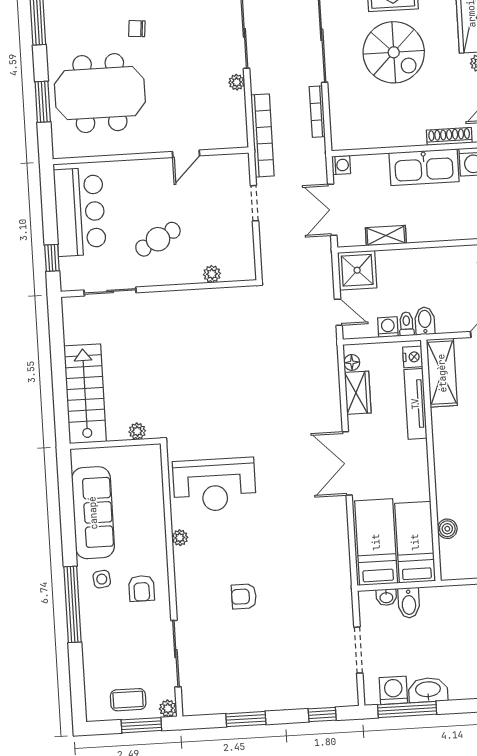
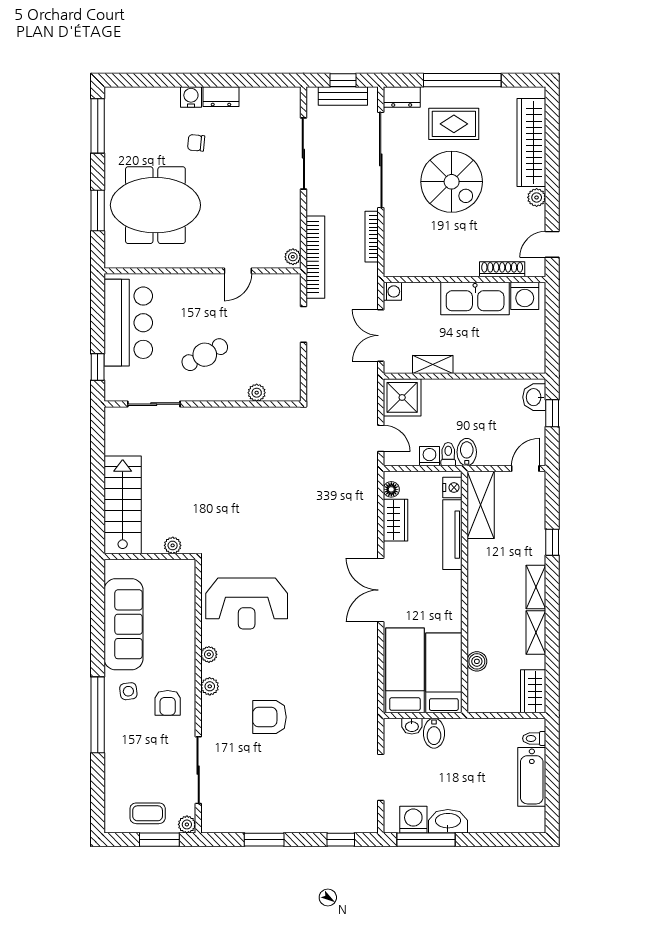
plant: (237, 82) -> (293, 257), moved
plant: (183, 569) -> (210, 686), added
armchair: (244, 596) -> (269, 717), width x1.38, depth x1.38

